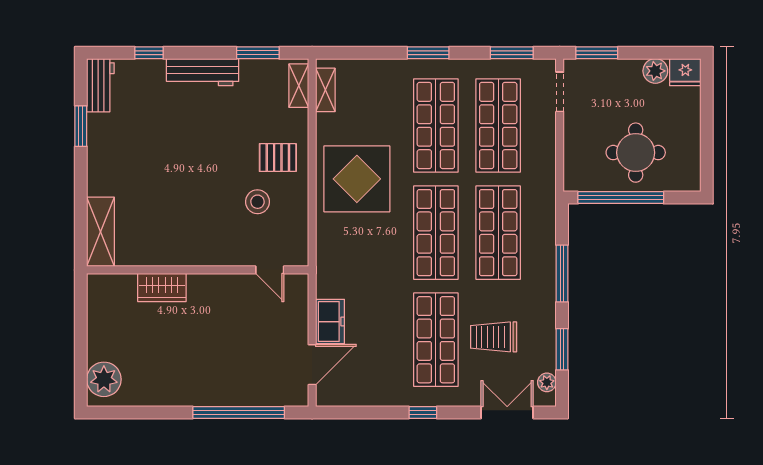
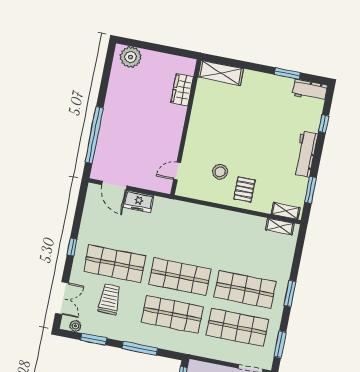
display table: (357, 179) -> (222, 235), removed
wardrobe: (162, 288) -> (182, 90), moved

